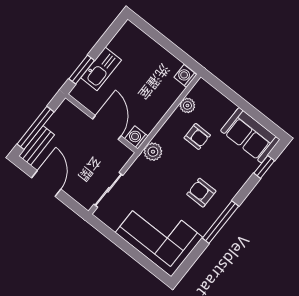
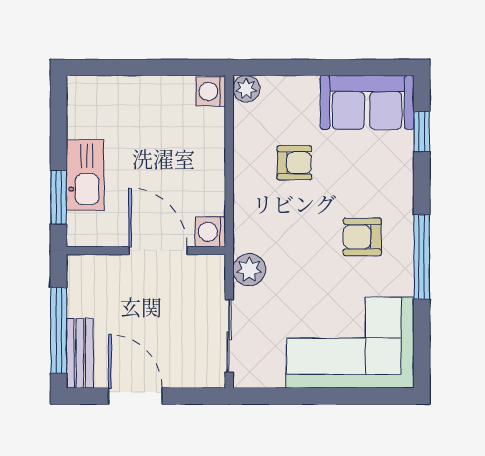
plant: (187, 105) -> (246, 89), moved
plant: (153, 152) -> (249, 270), moved

